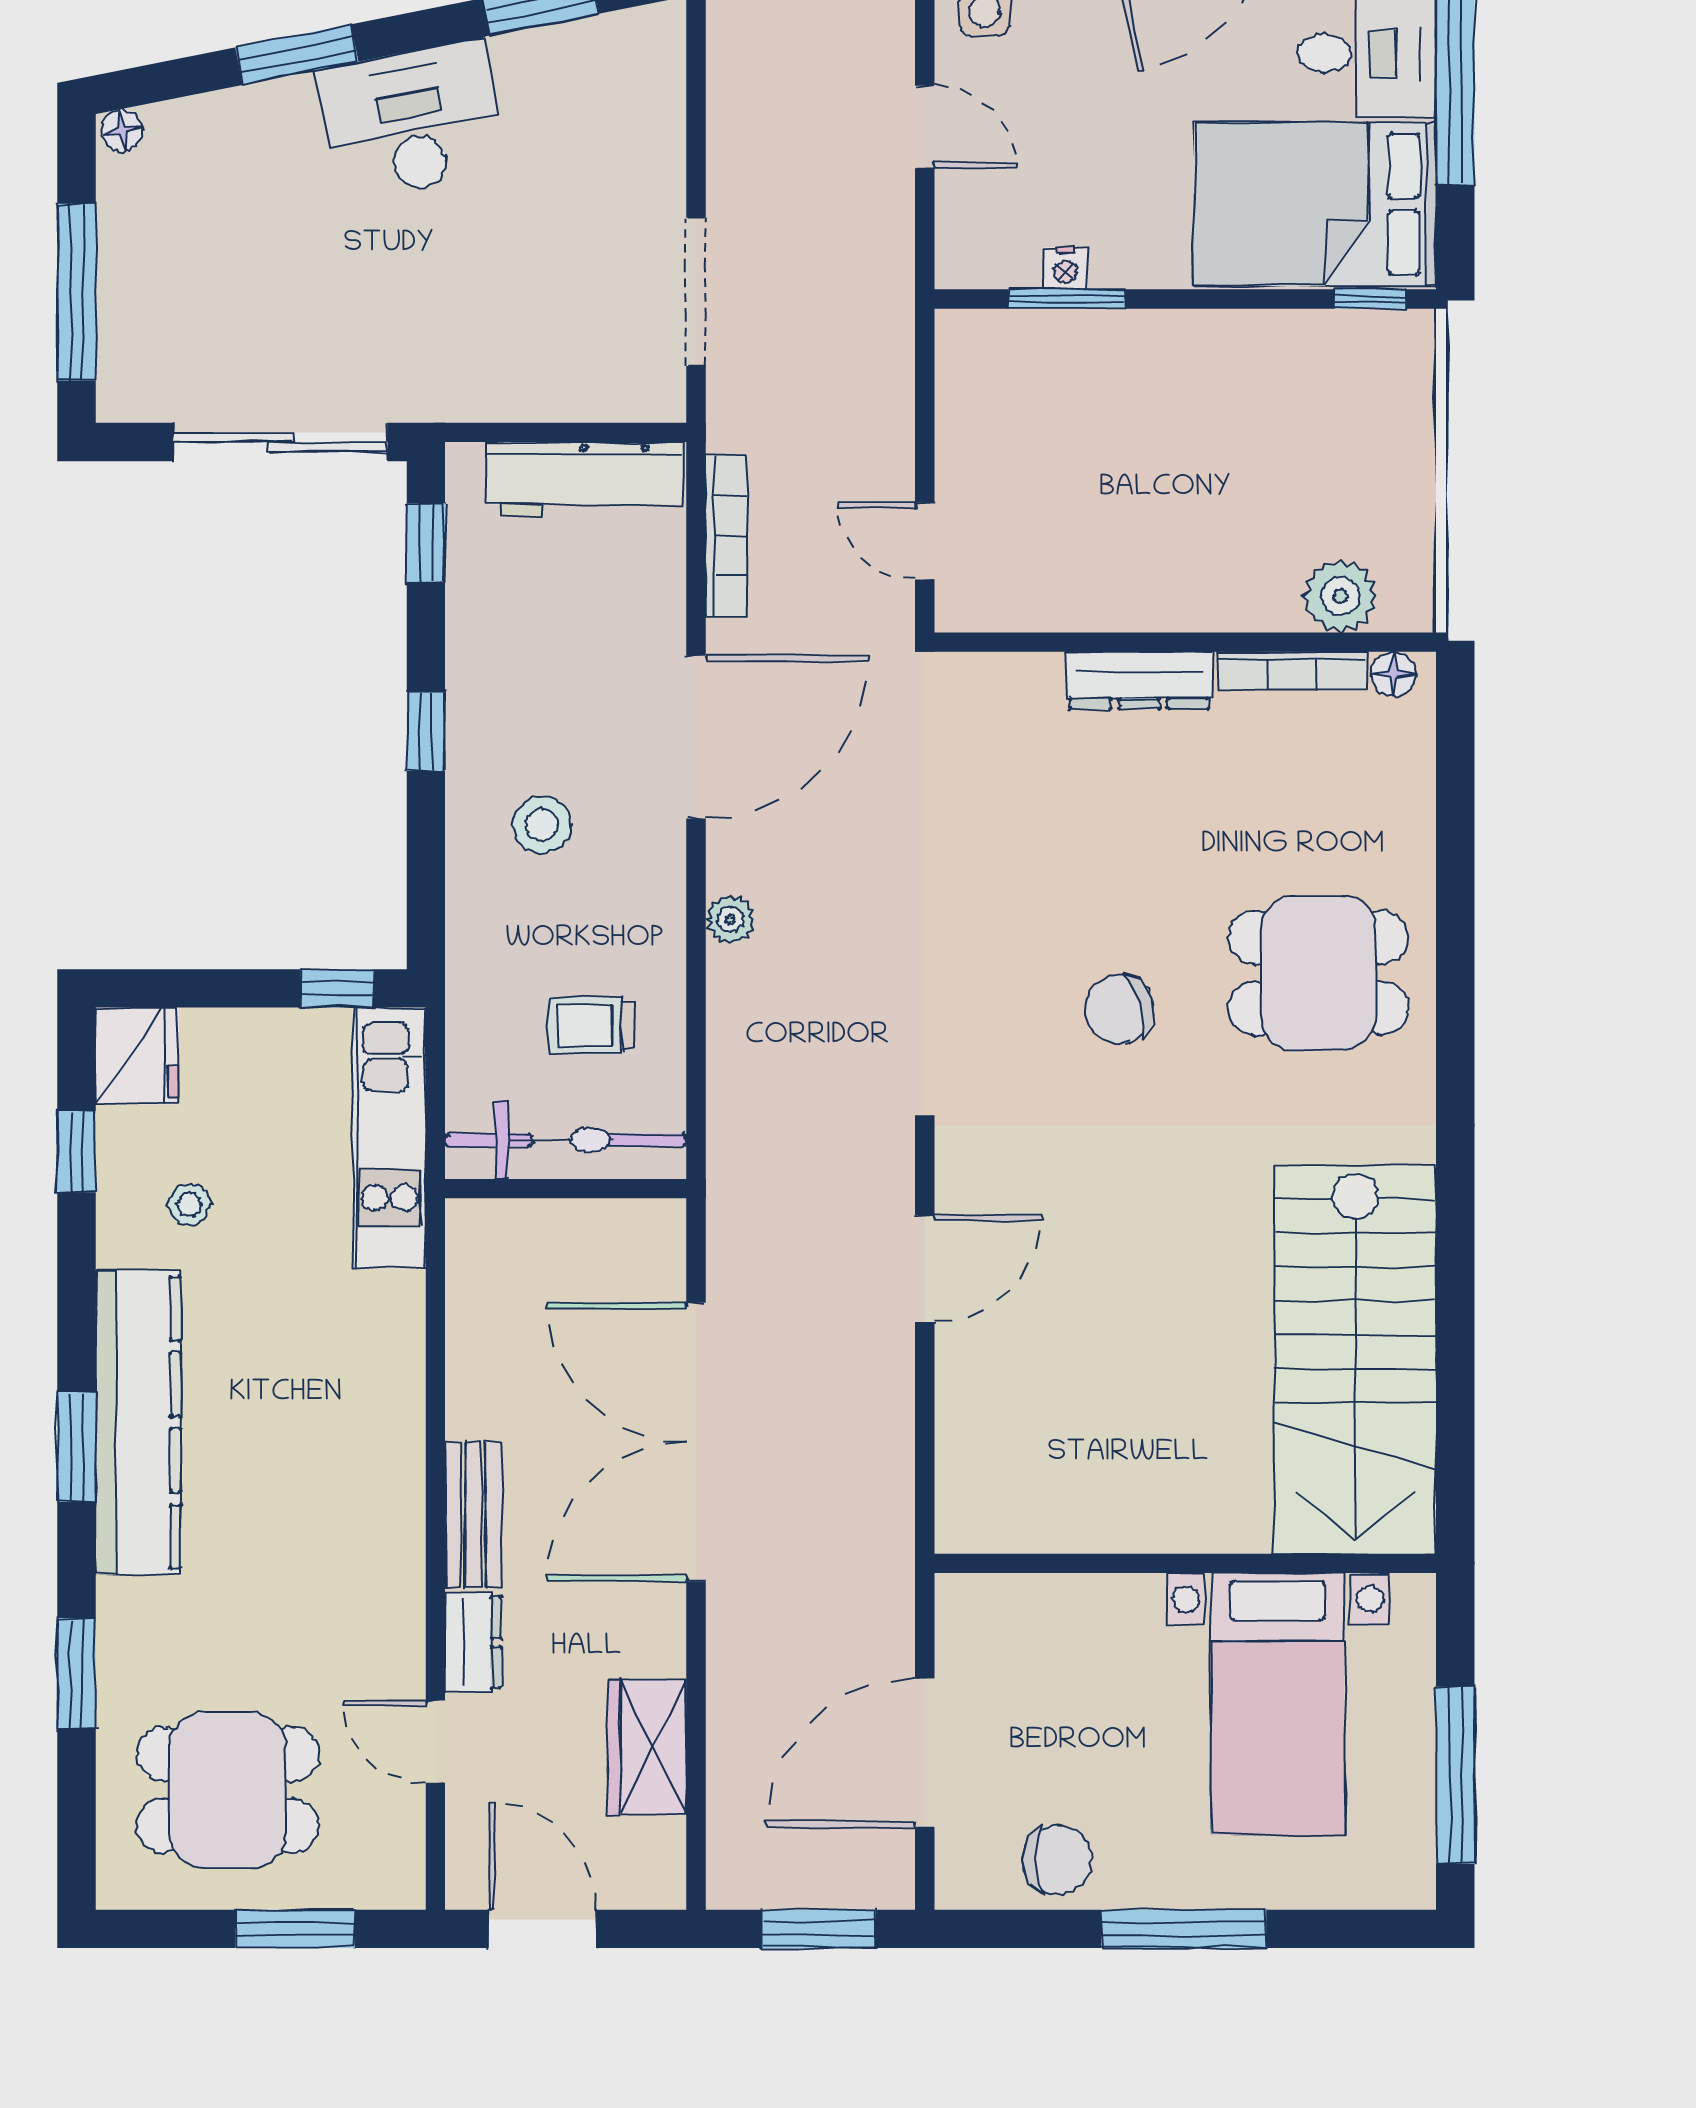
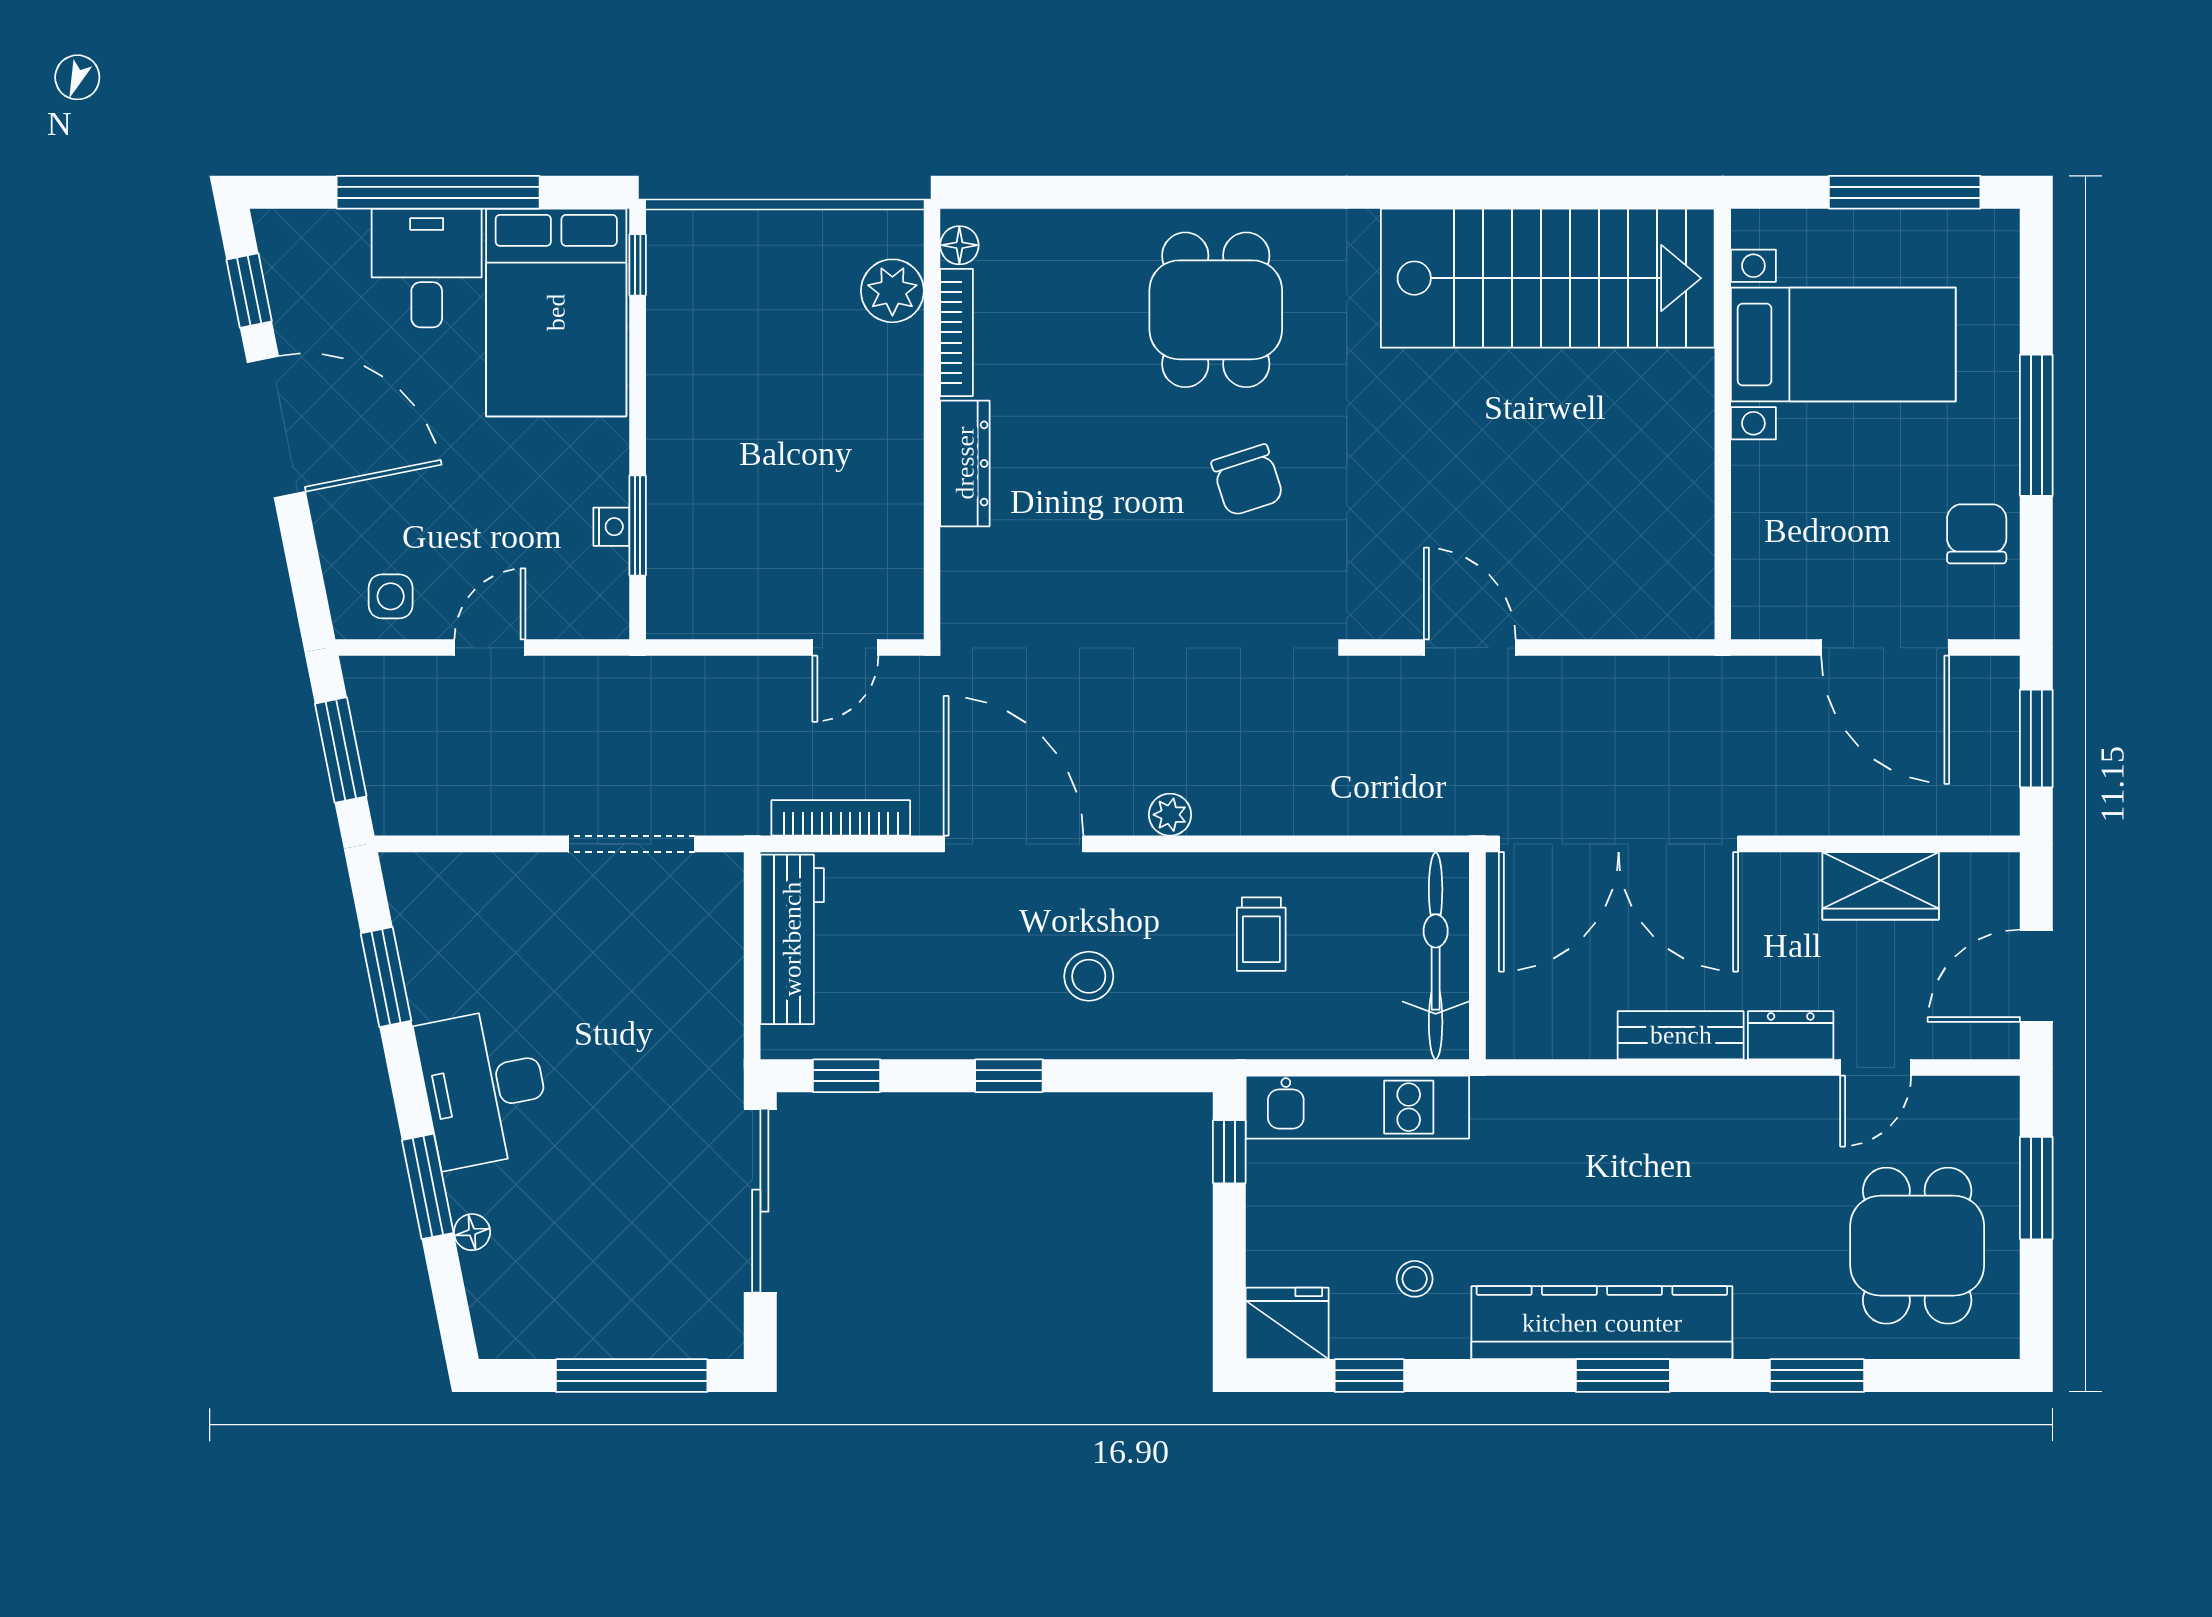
floor lamp: (122, 130) -> (472, 1232), moved
bicycle: (566, 1140) -> (1436, 956), moved
wall: (566, 1189) -> (1477, 956), moved

